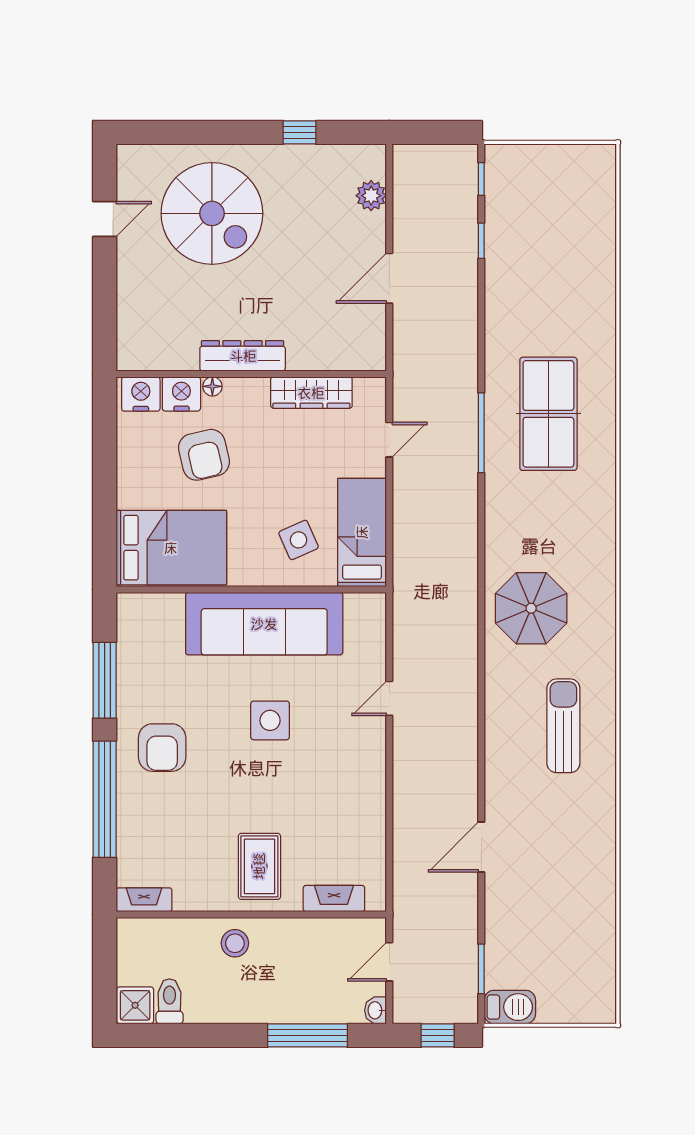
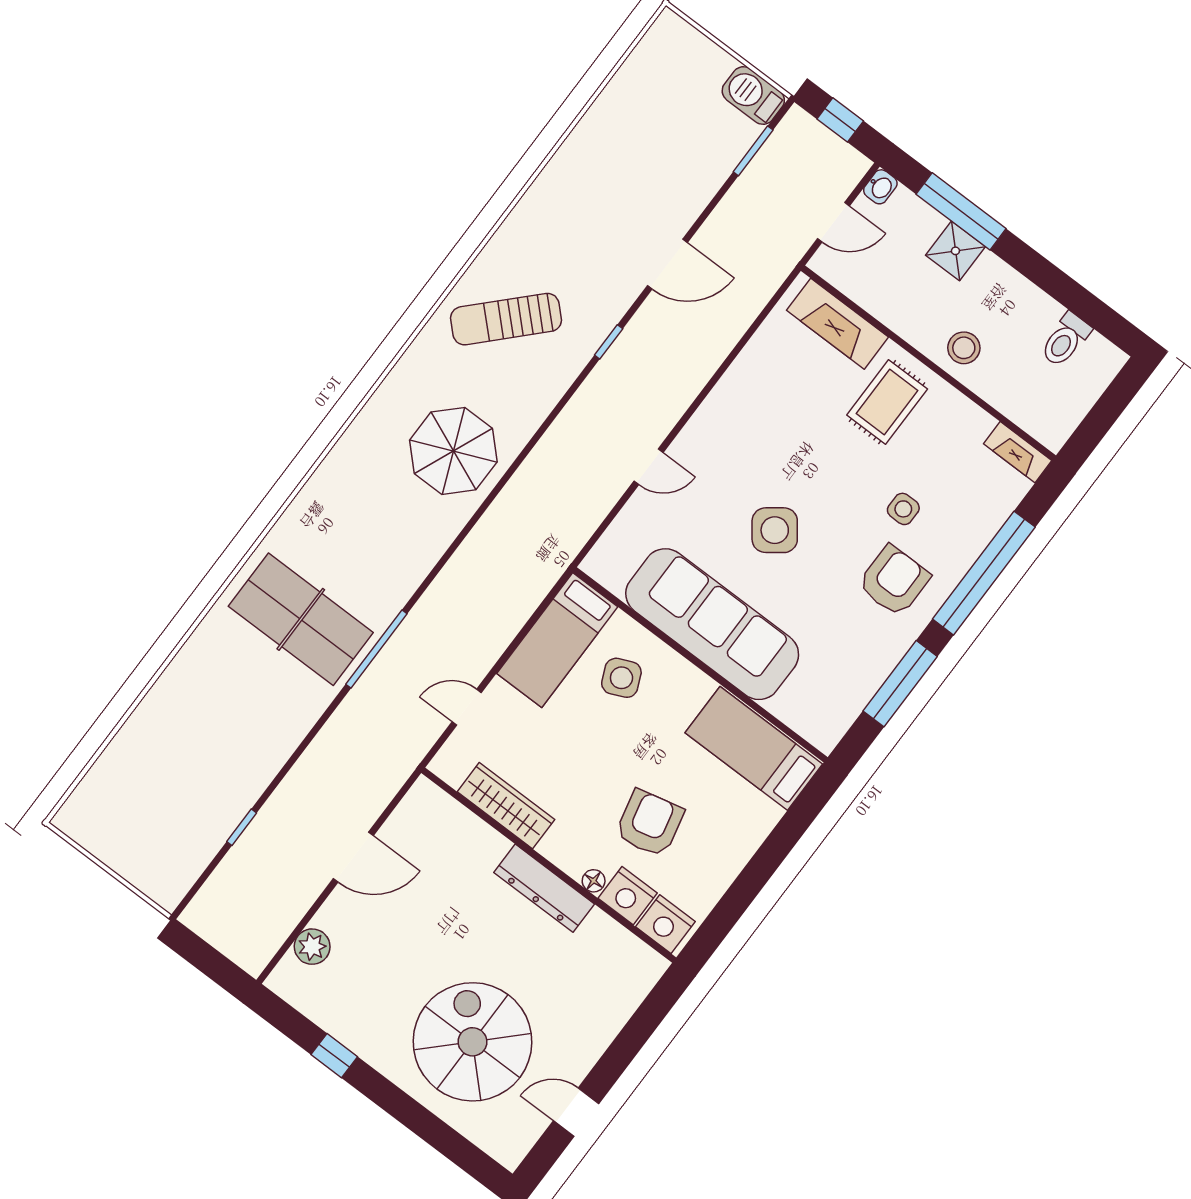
window: (481, 179) -> (609, 342), moved
table tennis table: (548, 414) -> (301, 619), turned 90
bed: (171, 548) -> (754, 748), width x0.67
side table: (270, 720) -> (775, 530), turned -37
sun lounger: (563, 726) -> (506, 319), turned 44
side table: (193, 802) -> (903, 509), added
fireplace: (334, 899) -> (837, 324), width x1.37, depth x1.32
shower: (135, 1005) -> (955, 251), moved

